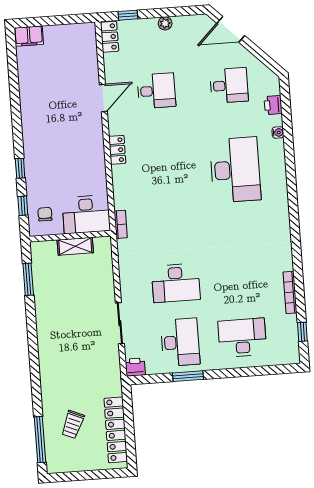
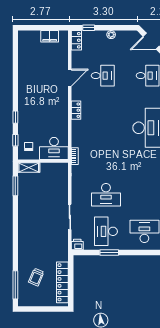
filing cabinet: (29, 36) -> (50, 36), moved
shelving: (75, 246) -> (29, 168), moved
desk: (180, 342) -> (106, 231), turned 180

